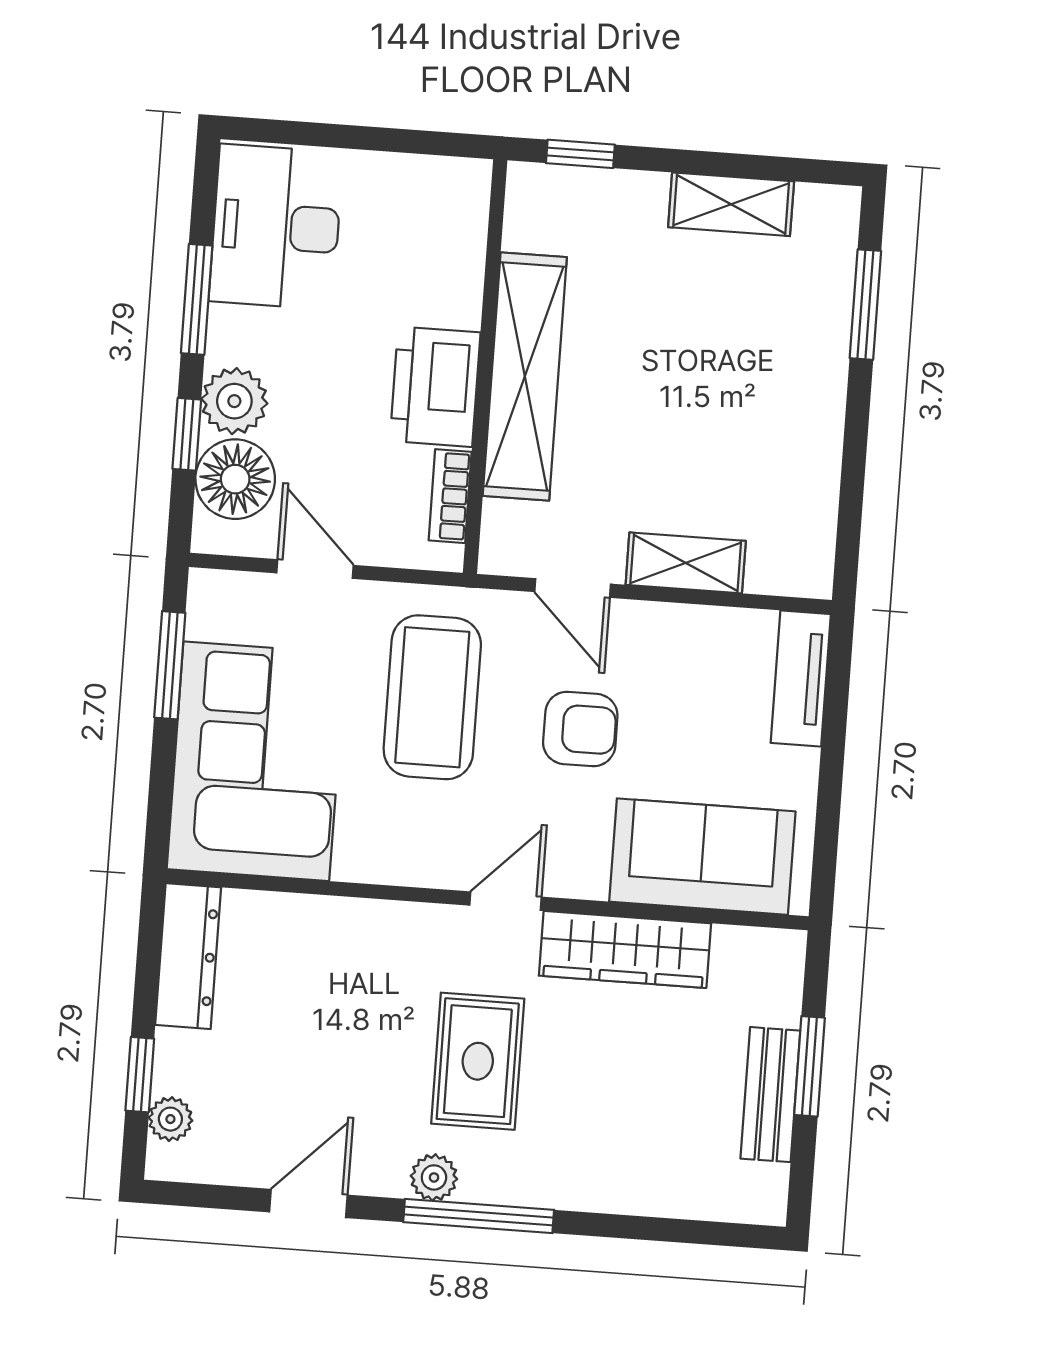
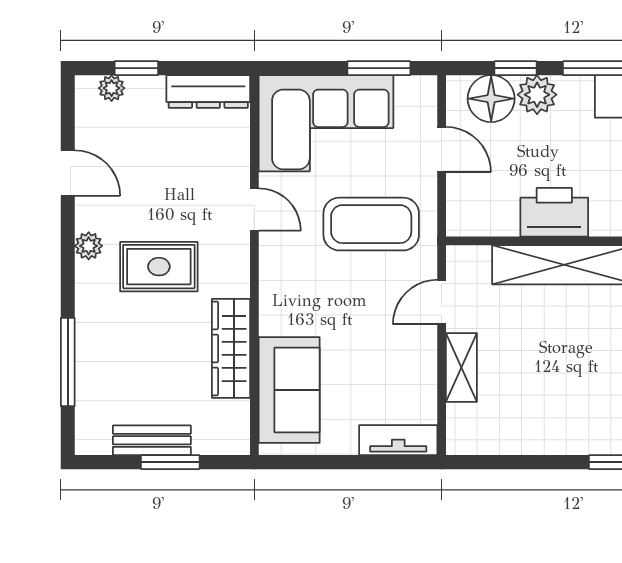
bookcase: (450, 496) -> (490, 226), removed
door: (315, 569) -> (442, 149), hinge flipped
armchair: (580, 729) -> (359, 313), removed
door: (506, 901) -> (254, 209), moved
window: (479, 1216) -> (68, 362), moved

